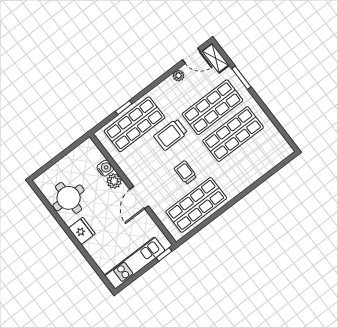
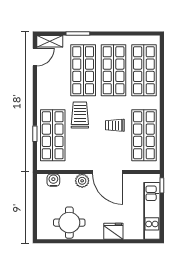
plant: (179, 76) -> (42, 77), removed
trolley: (171, 135) -> (80, 115), turned 180
shop shelf: (254, 161) -> (144, 70), added
water cooler: (105, 168) -> (53, 180), moved
door: (139, 198) -> (108, 172), width x1.36
fridge: (82, 231) -> (113, 231), moved

